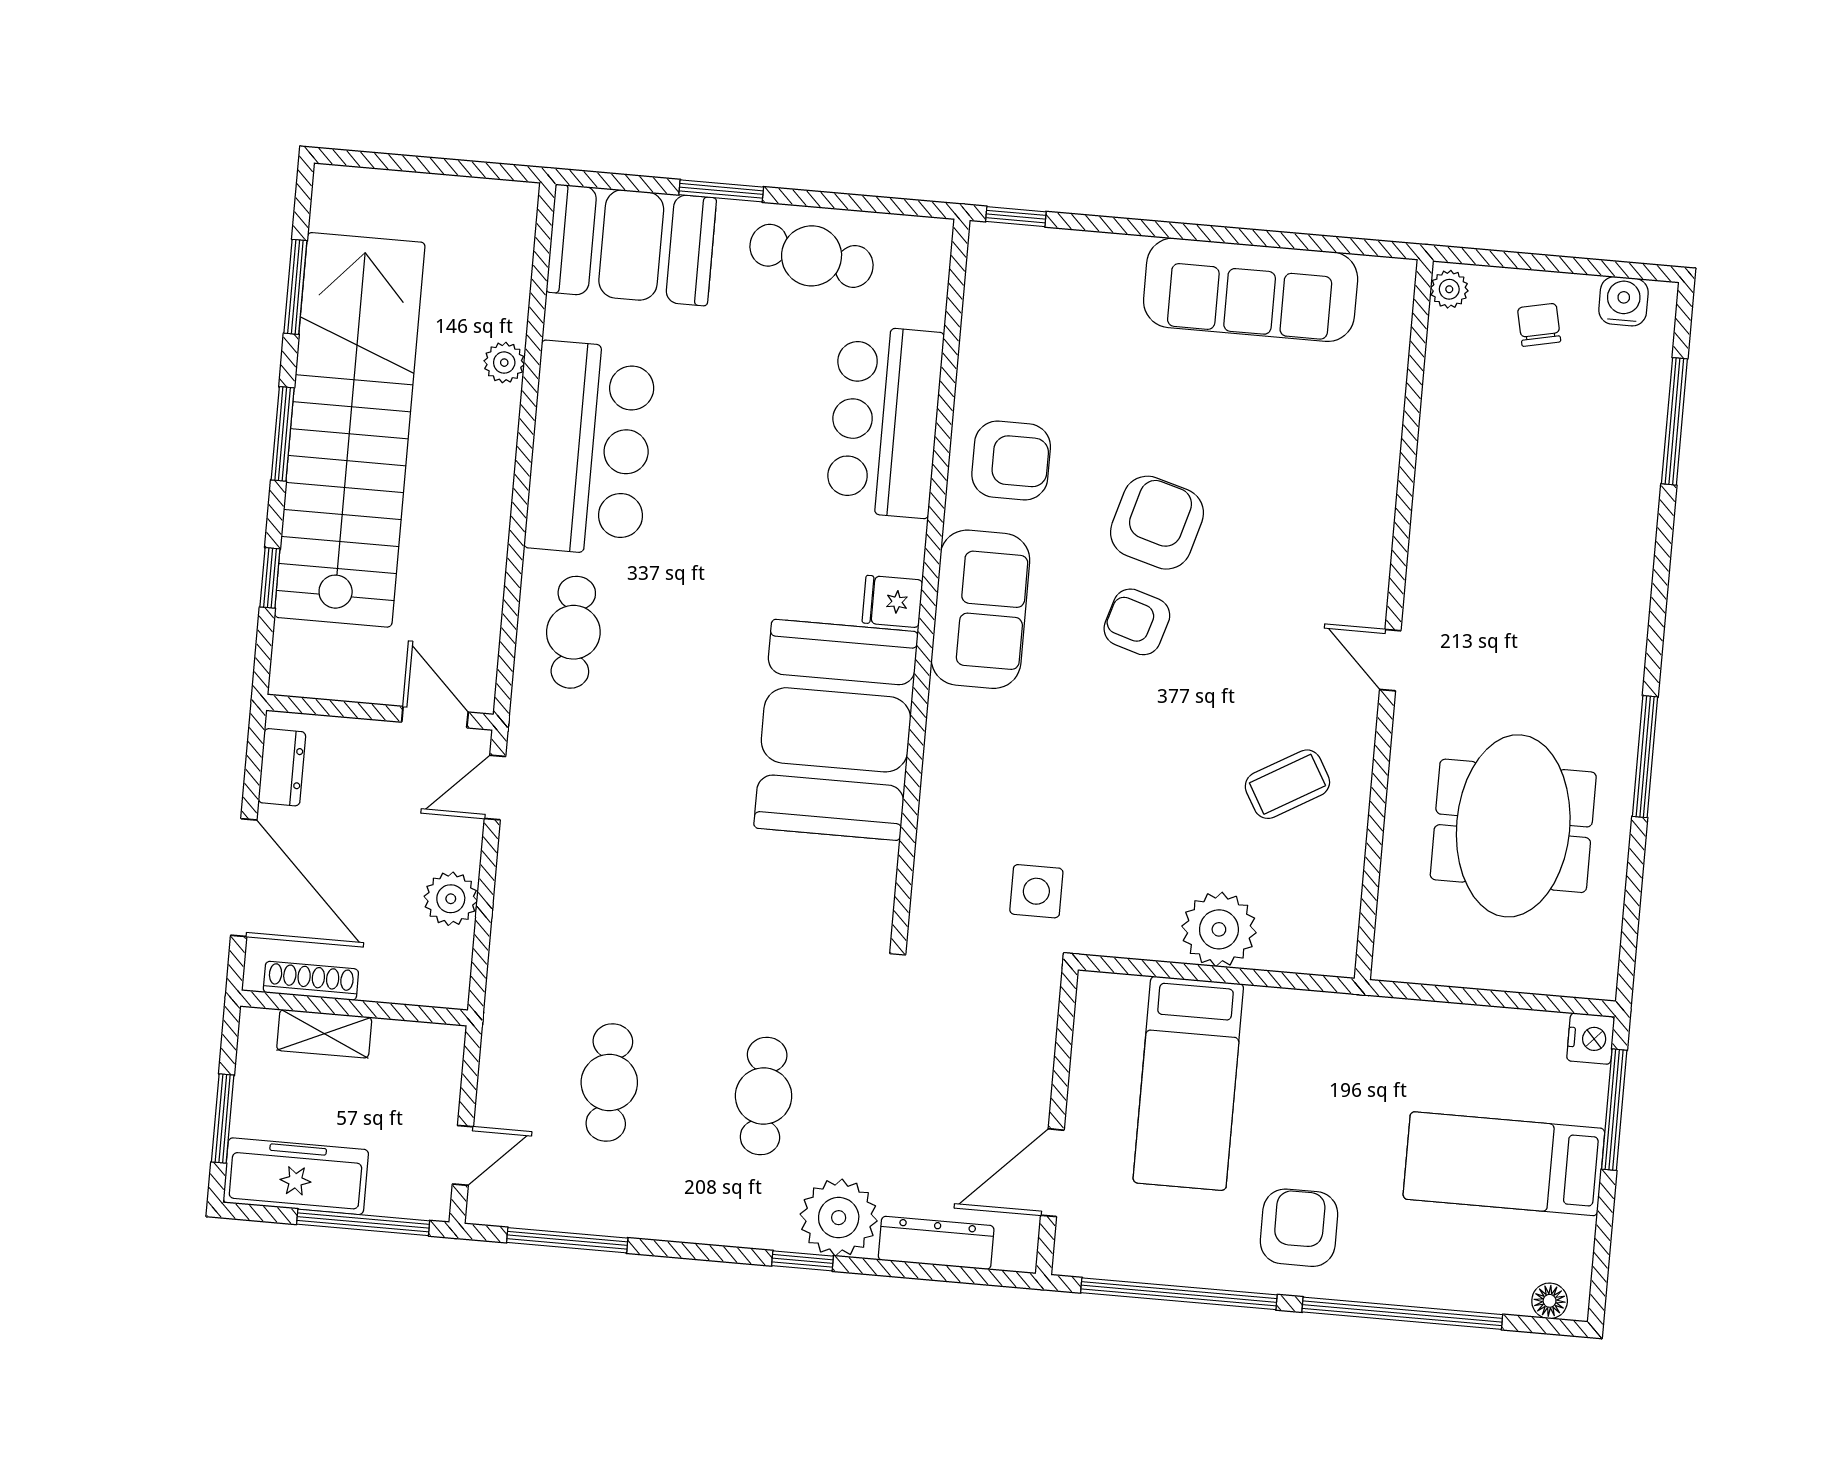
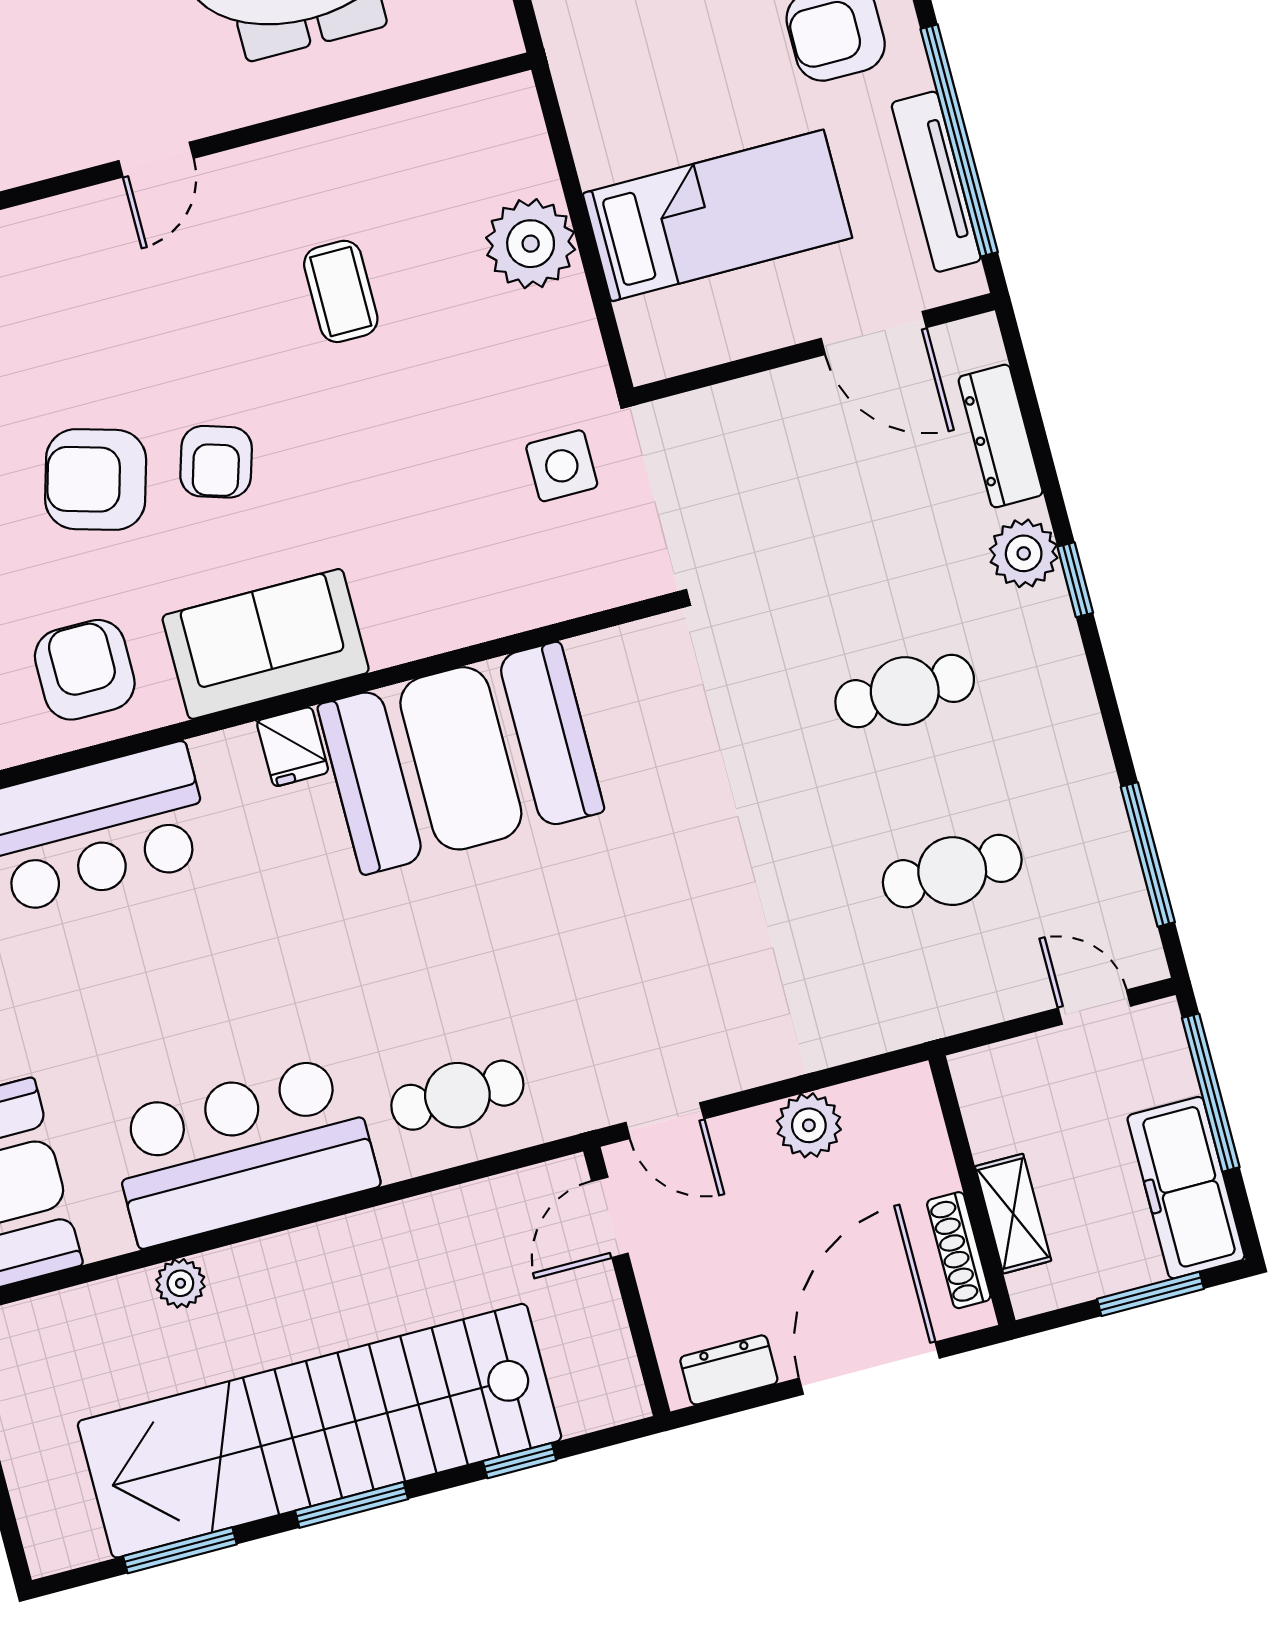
coffee table: (1287, 784) -> (341, 291), moved, turned 30
plant: (839, 1218) -> (1024, 553), width x0.73, depth x0.73
tv unit: (1153, 1264) -> (936, 182), added

